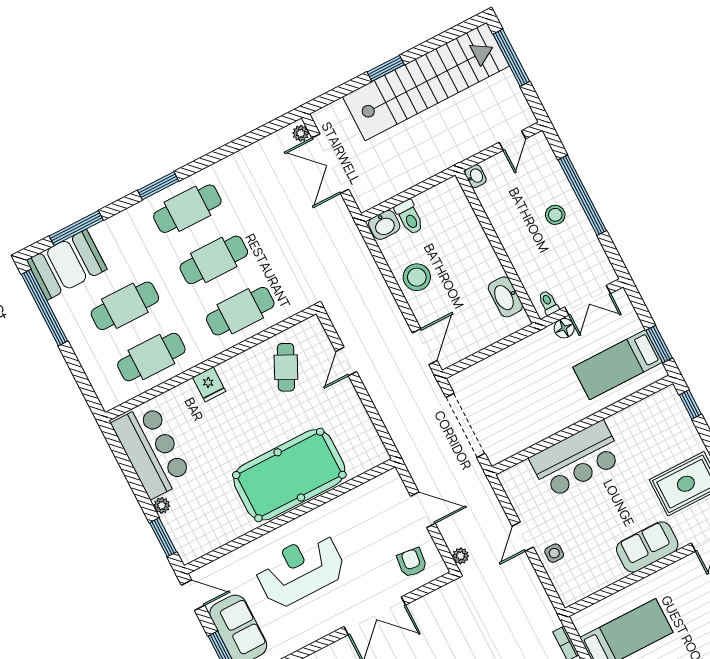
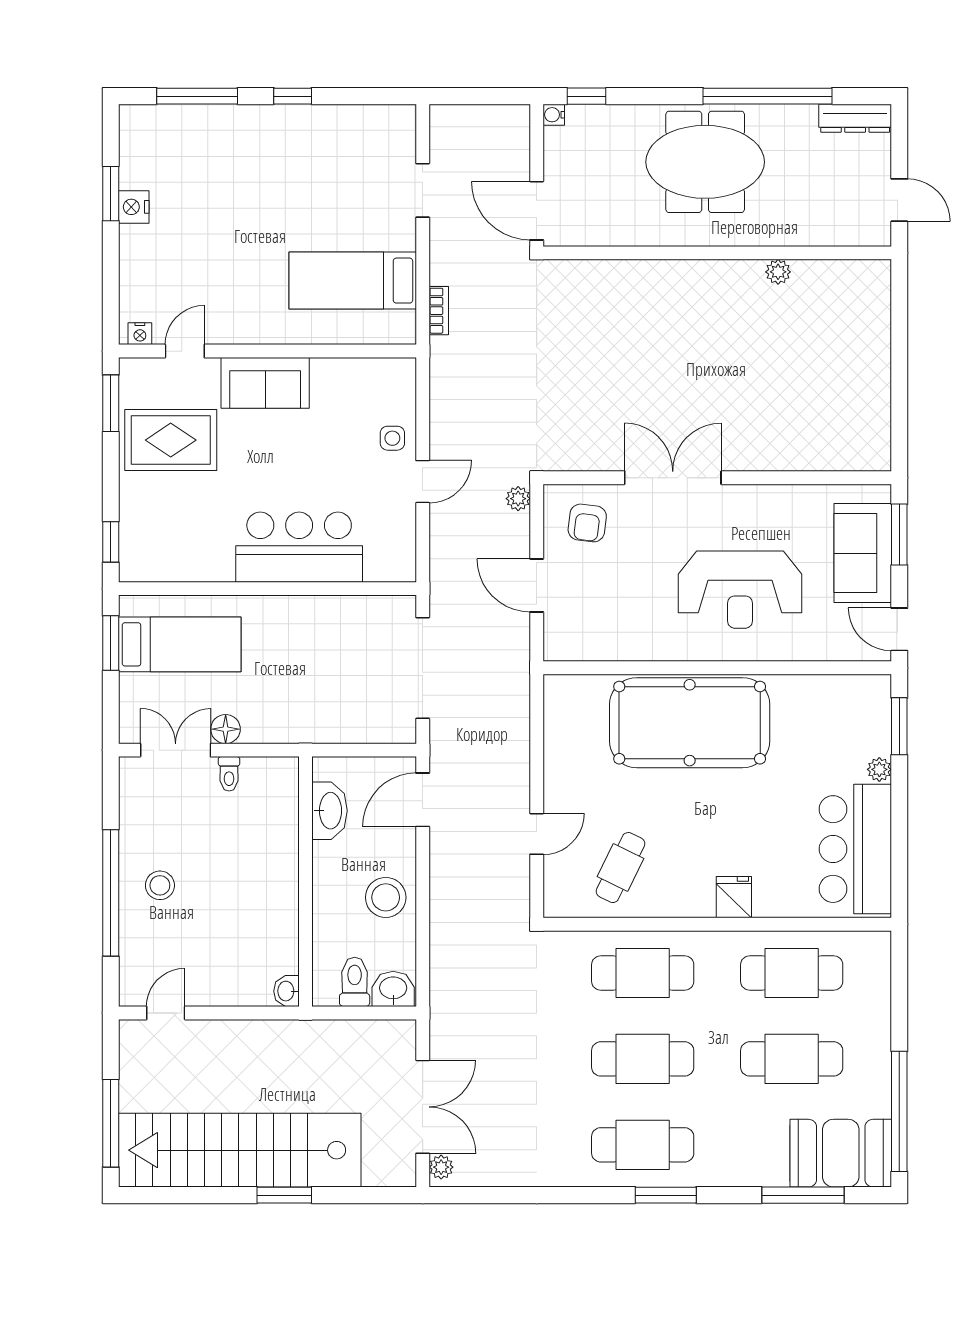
washbasin: (475, 176) -> (287, 991), moved
wall: (498, 247) -> (305, 882), moved
washbasin: (505, 297) -> (329, 811), moved

